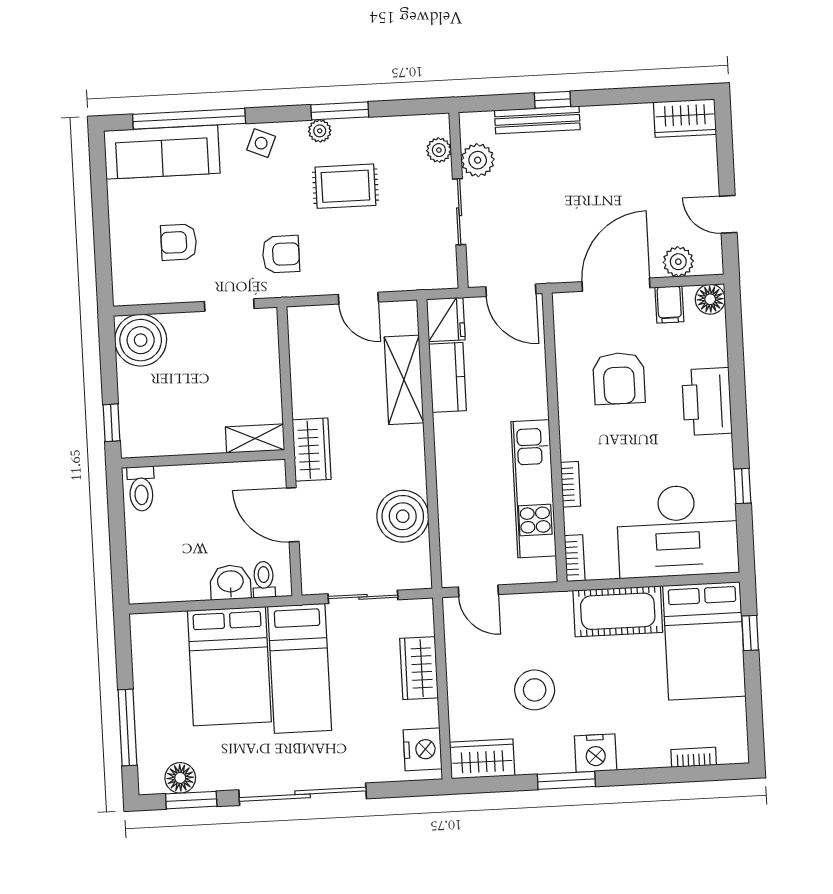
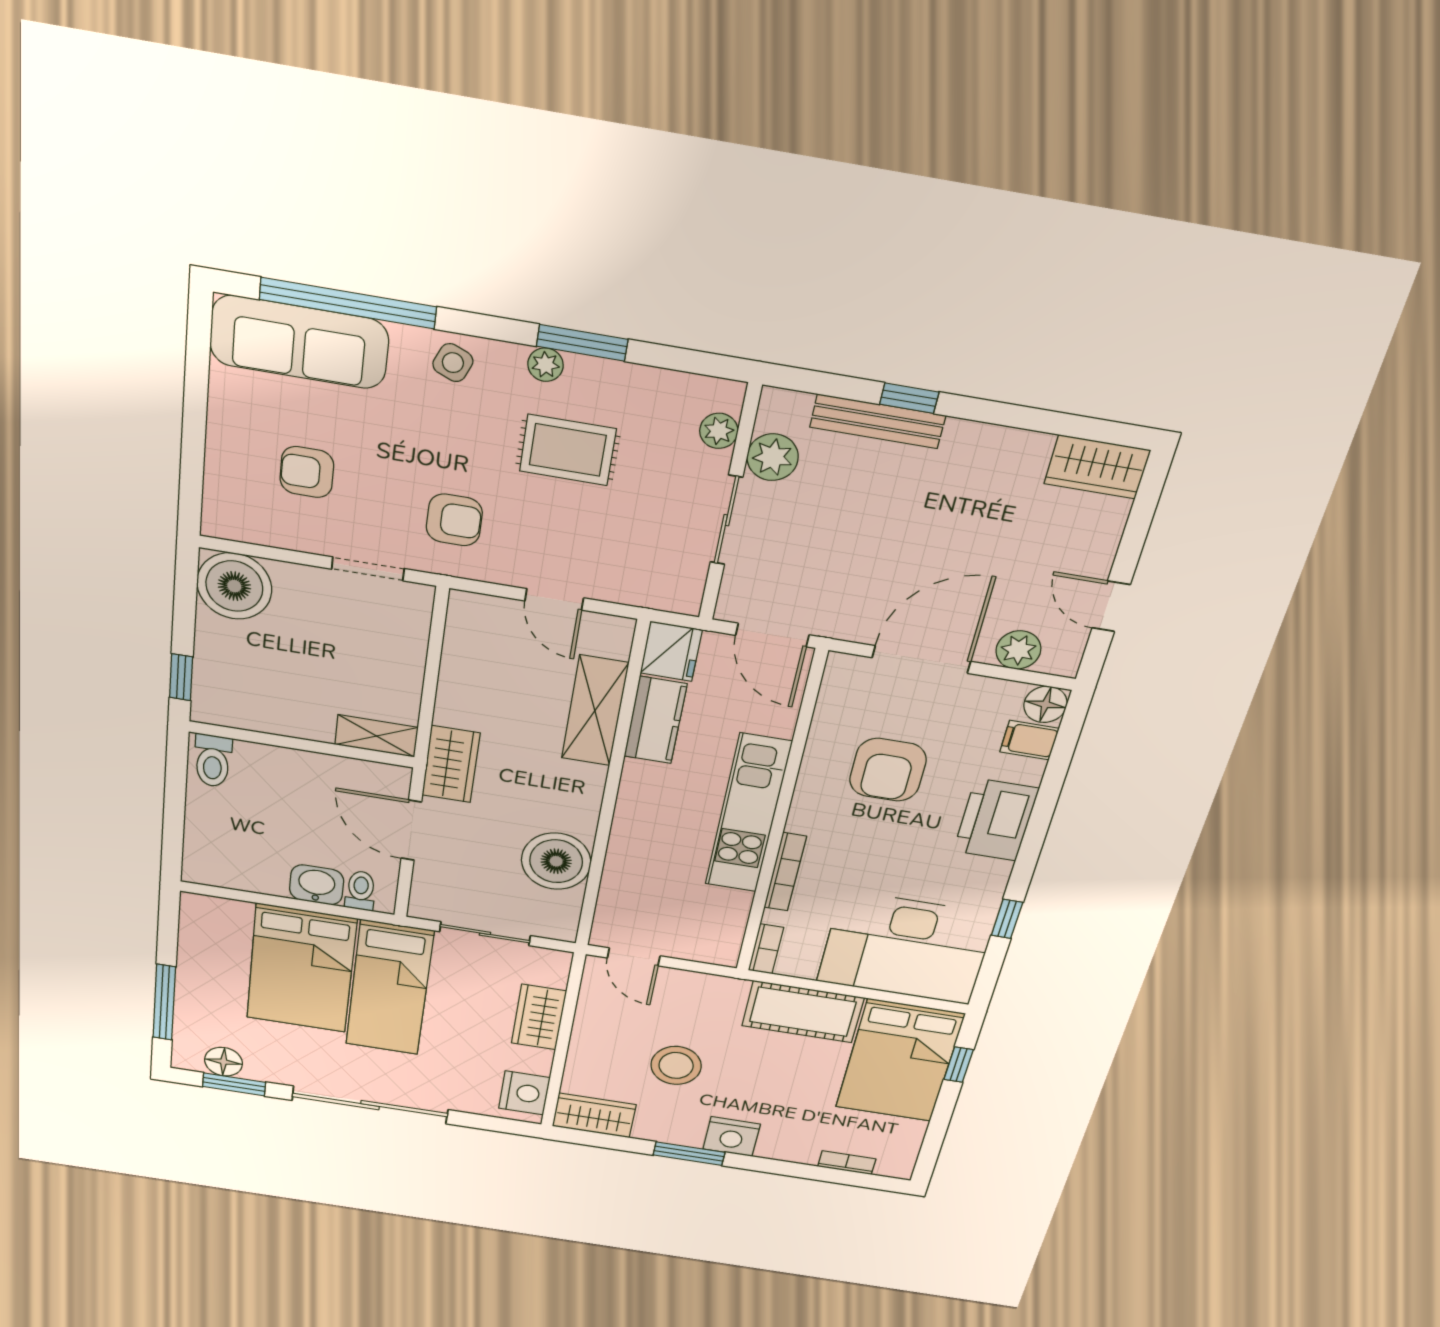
filing cabinet: (669, 304) -> (1029, 740), moved, turned 90
bookcase: (571, 484) -> (785, 872), width x1.56
kitchen unit: (534, 489) -> (748, 814), moved

